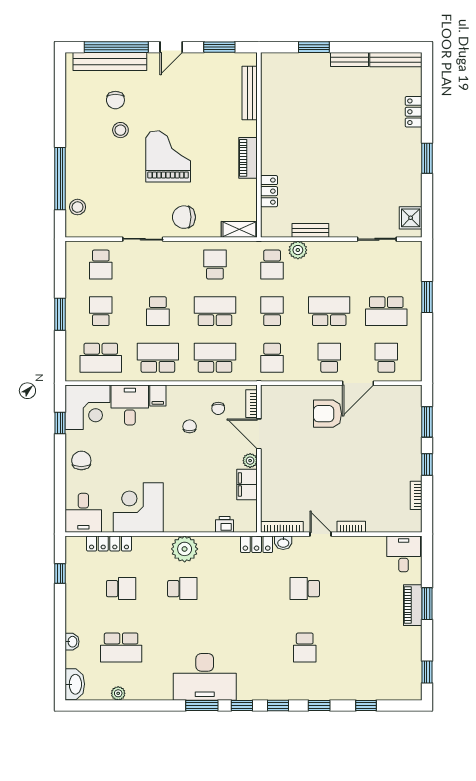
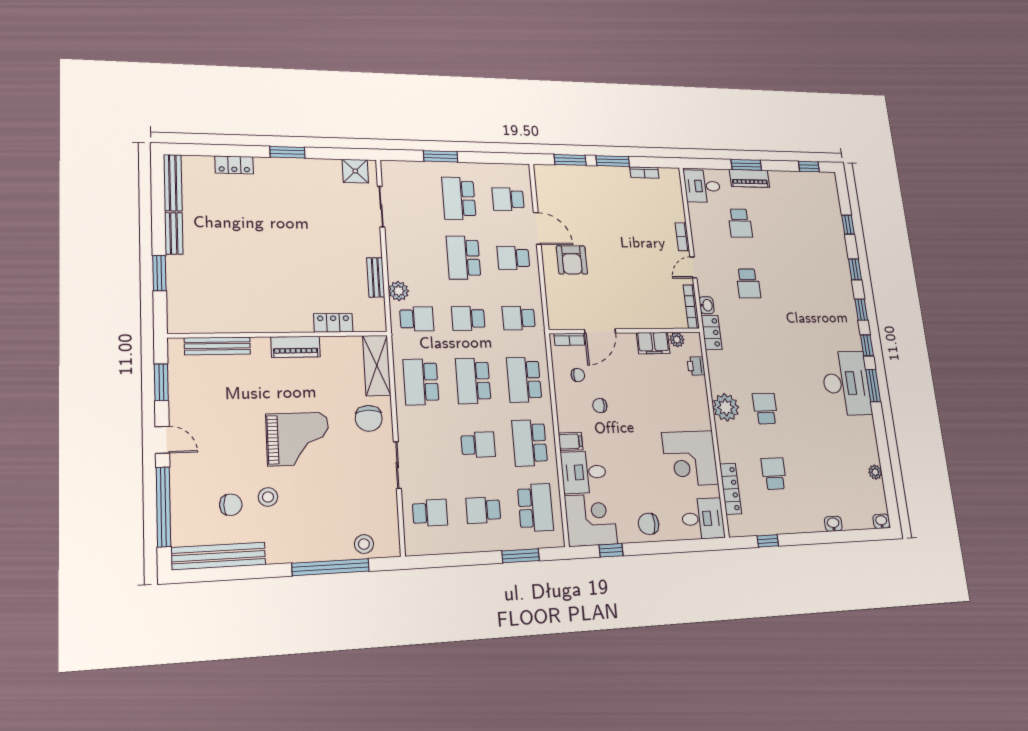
bench: (110, 61) -> (218, 556), moved, turned 90
grand piano: (168, 156) -> (298, 439), turned 180
shelving: (239, 229) -> (377, 365), width x1.50, depth x1.33
school desk: (215, 265) -> (421, 382), width x1.85
school desk: (386, 311) -> (459, 198), turned 180
window: (60, 314) -> (521, 556), moved
school desk: (272, 358) -> (519, 318), turned 180
plant: (250, 461) -> (677, 340), moved
window: (427, 465) -> (613, 161), width x1.50
school desk: (121, 648) -> (831, 471), removed
school desk: (305, 648) -> (740, 223), moved, turned 90
washbasin: (75, 684) -> (881, 521), width x0.52, depth x0.69

